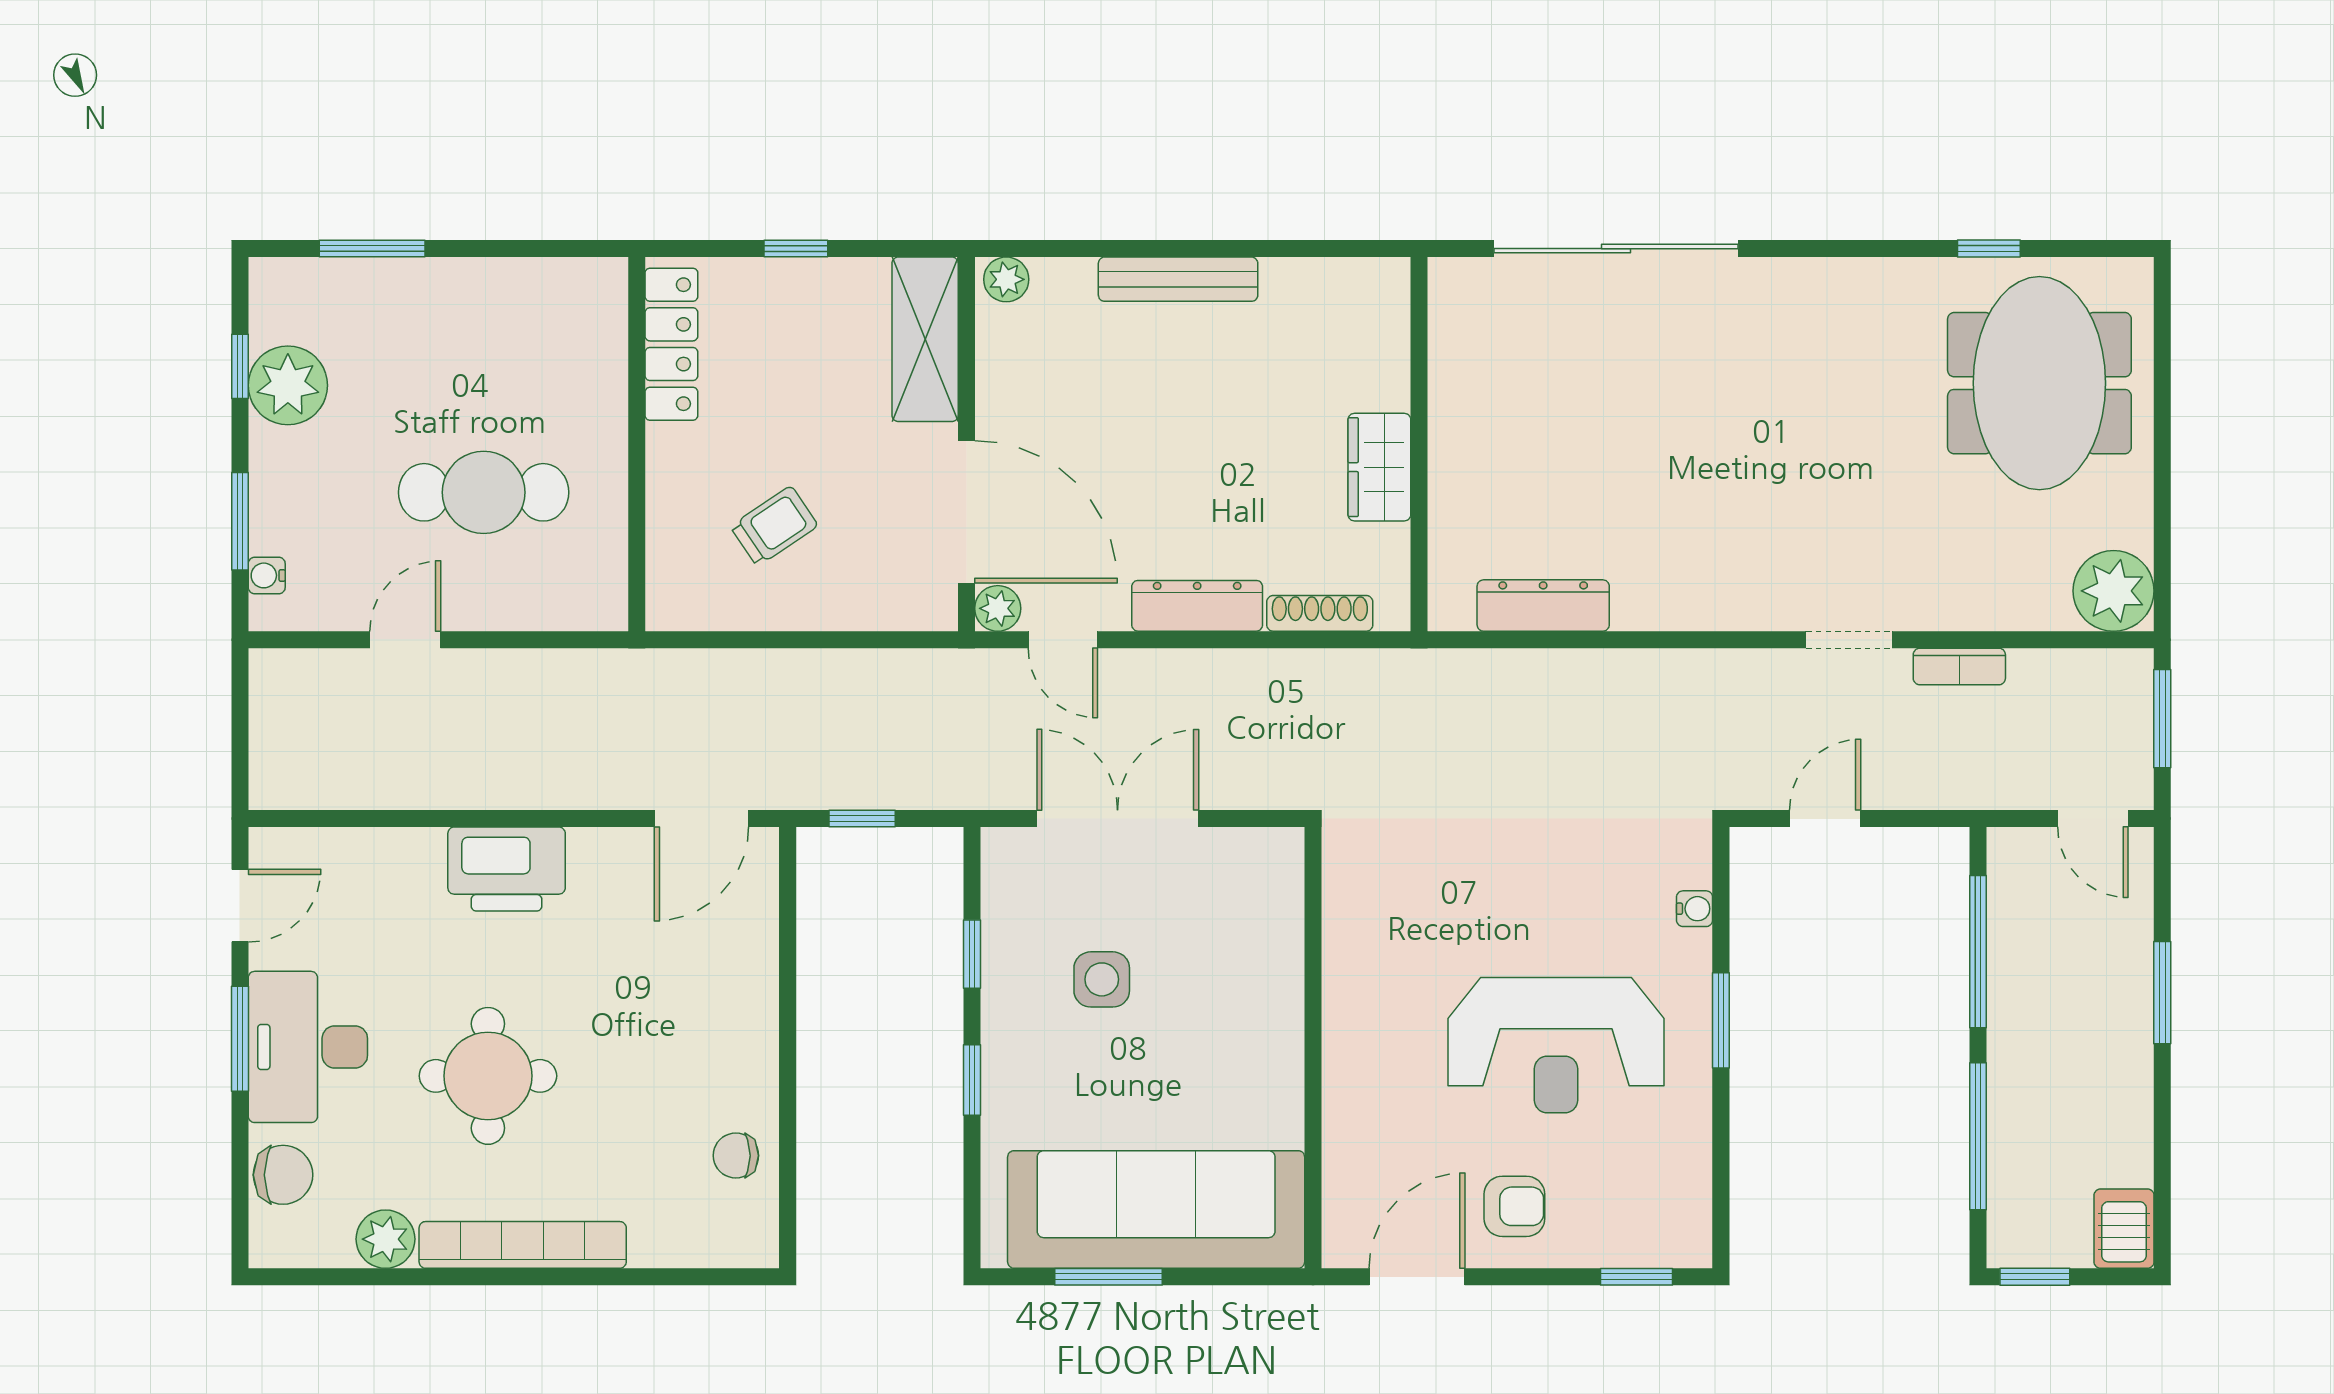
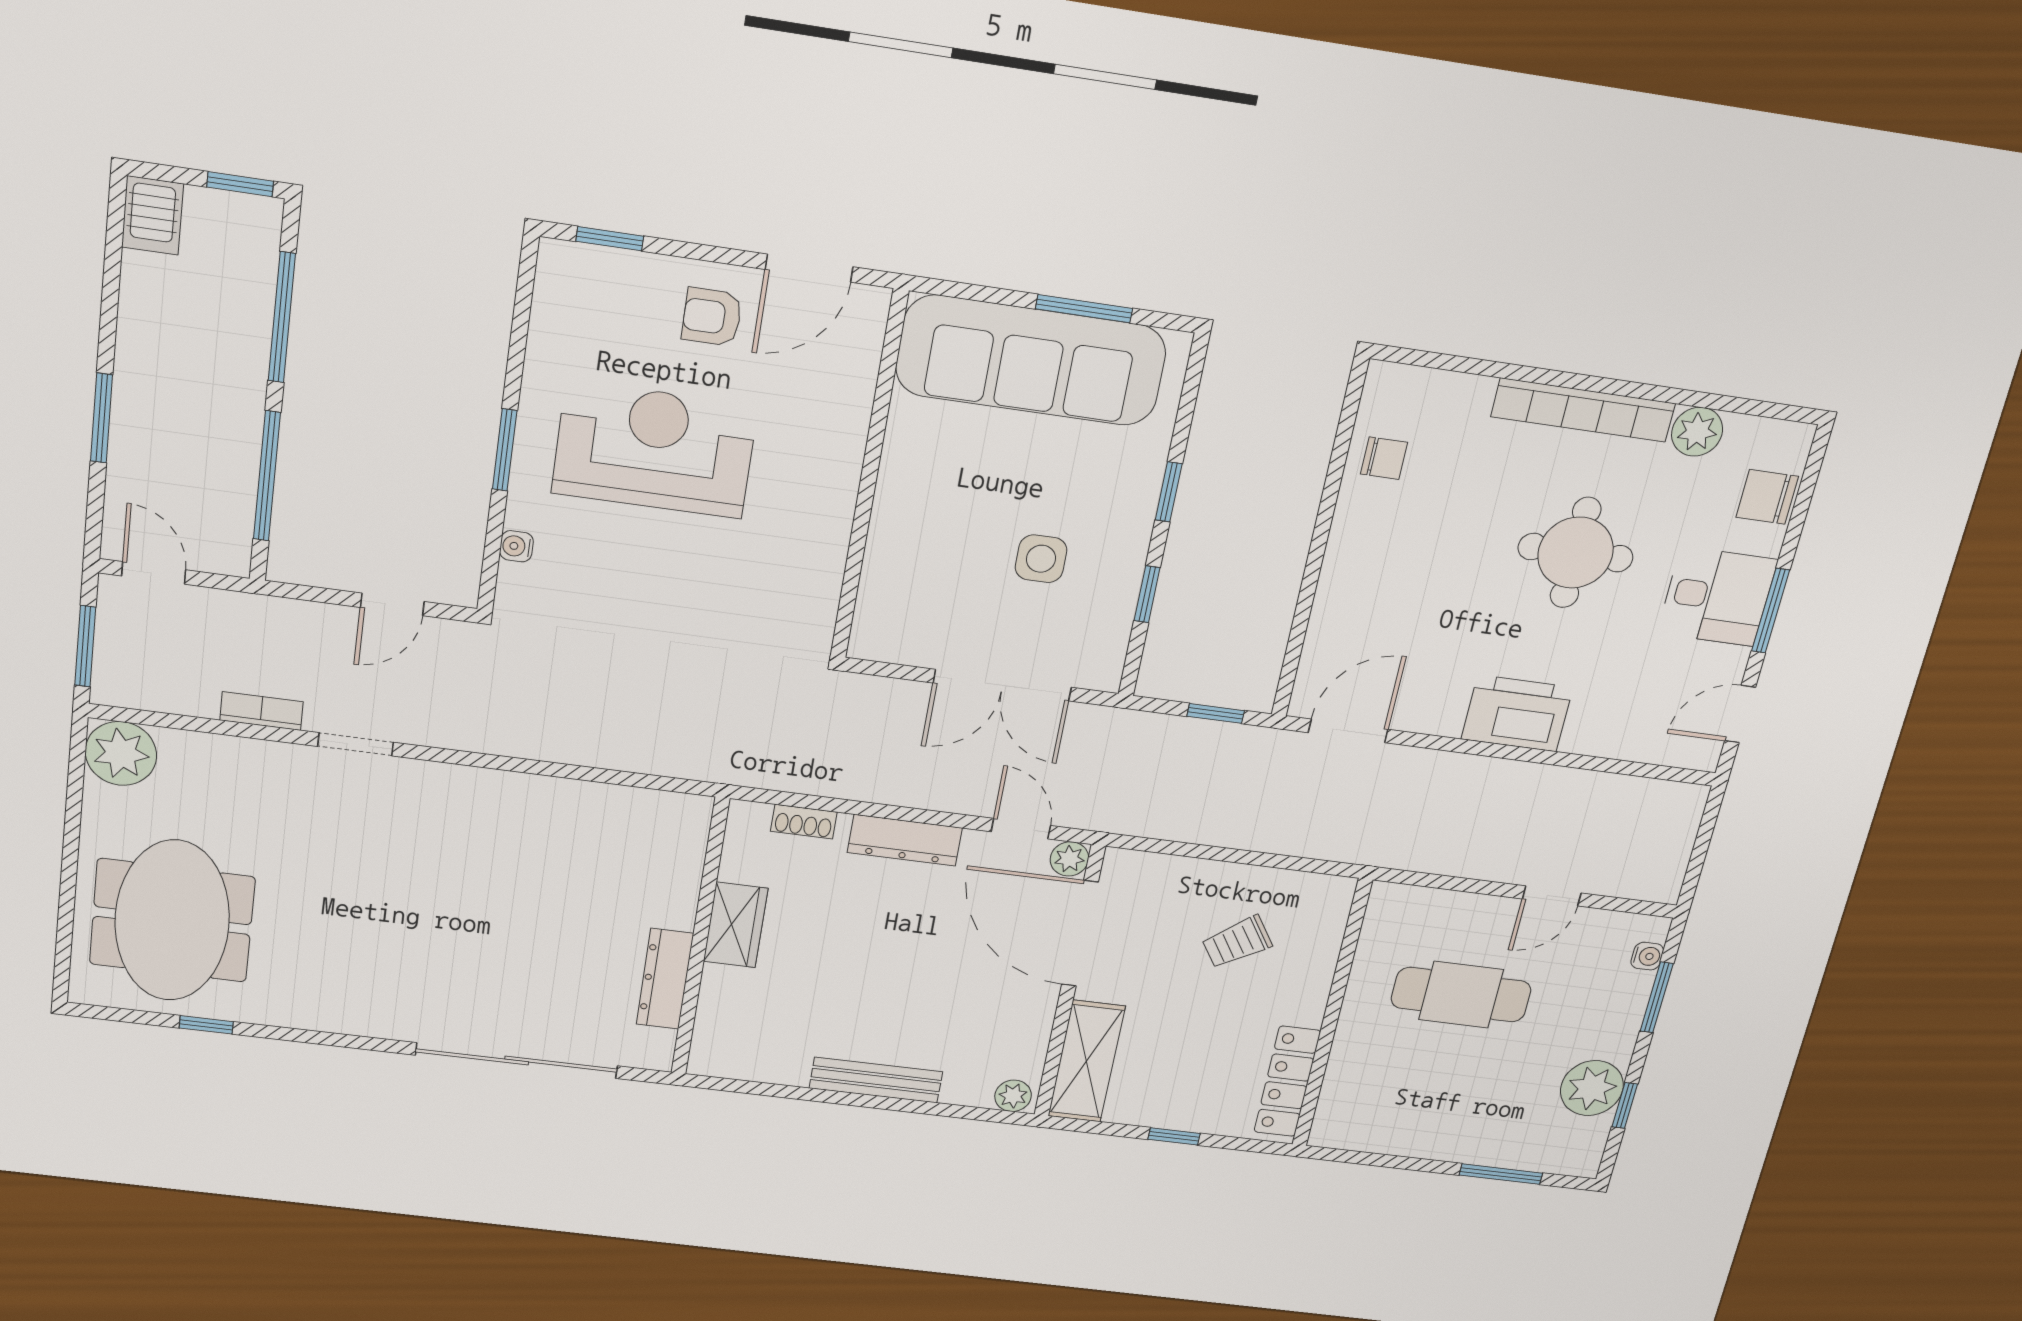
dresser: (1543, 606) -> (665, 979), moved, turned 90
shoe rack: (1320, 613) -> (804, 822), width x0.70
desk: (308, 1047) -> (1717, 596), width x0.73

